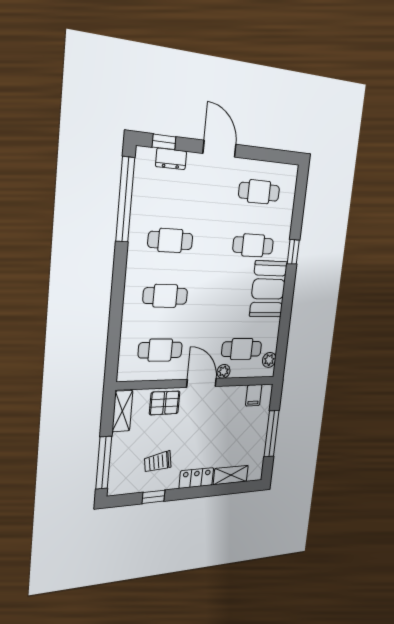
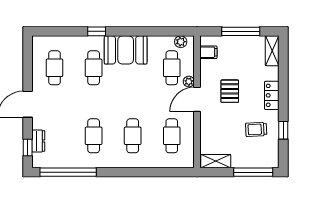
pallet: (165, 403) -> (230, 91), moved
trolley: (158, 462) -> (256, 129), turned 96
shelving: (231, 475) -> (272, 51), moved

